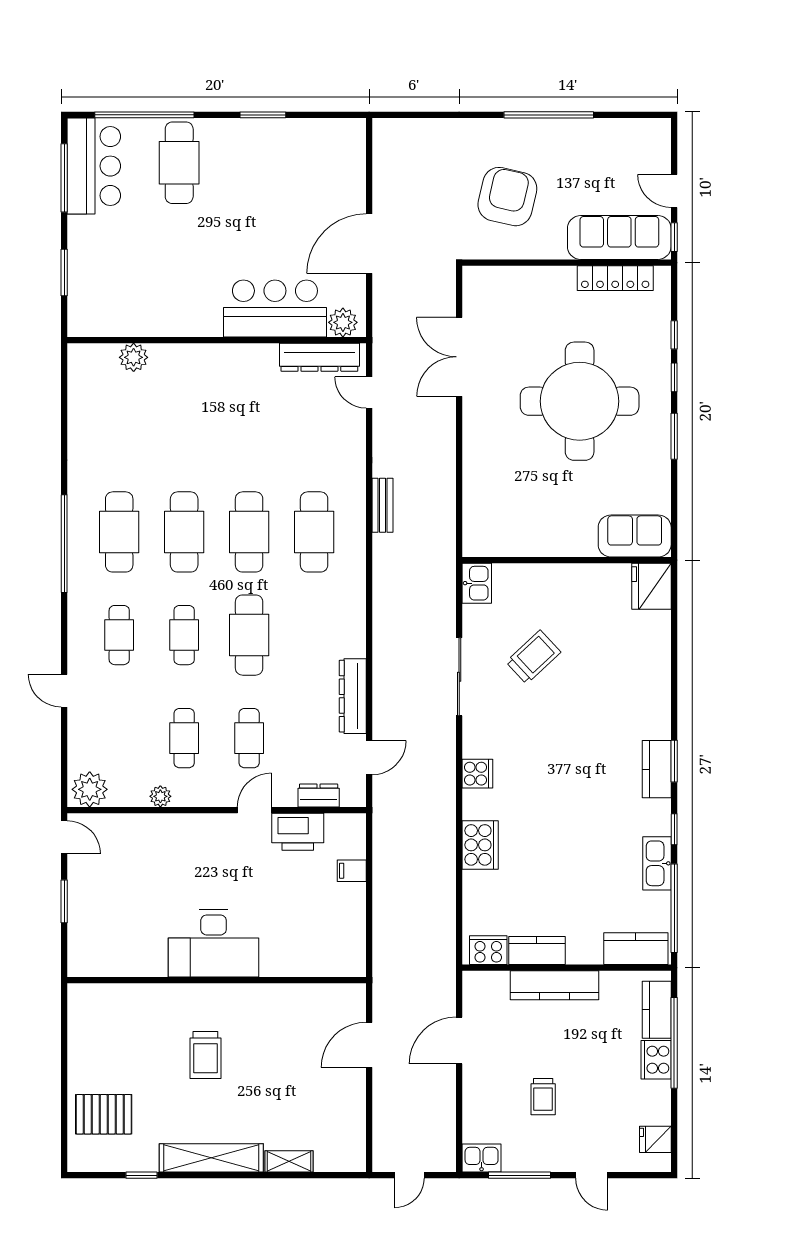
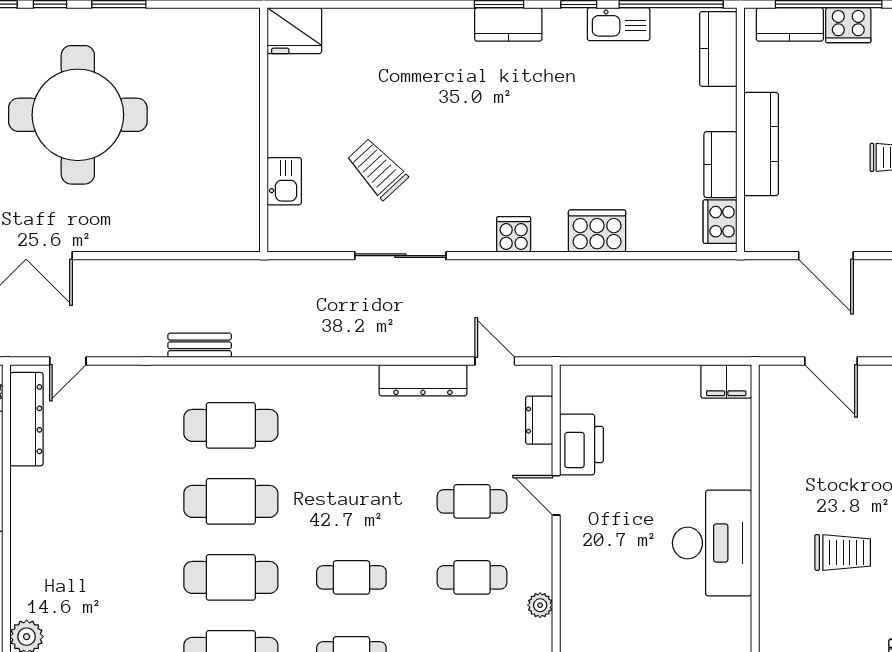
sofa: (635, 536) -> (236, 50), removed
kitchen sink: (477, 583) -> (284, 181), moved, turned 90
cafe table: (249, 635) -> (351, 501), removed
filing cabinet: (352, 871) -> (726, 381), moved, width x2.00

